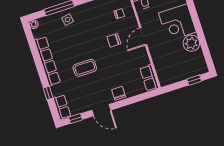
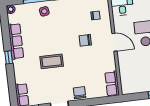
door: (143, 36) -> (114, 42), swing flipped
row of seats: (47, 61) -> (16, 41), width x0.73
window: (48, 93) -> (9, 57), moved

